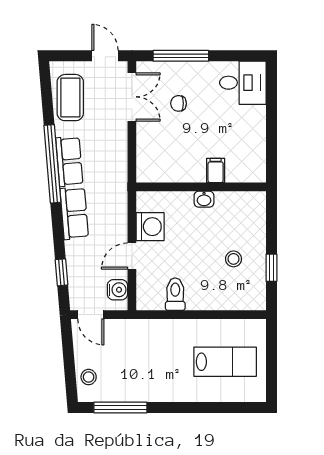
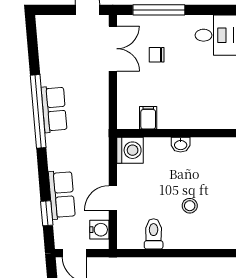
coffee table: (70, 98) -> (55, 49), removed
filing cabinet: (216, 170) -> (148, 118), moved
row of seats: (74, 213) -> (62, 195), moved
washing machine: (150, 227) -> (130, 150), moved
stool: (234, 259) -> (190, 206), moved

